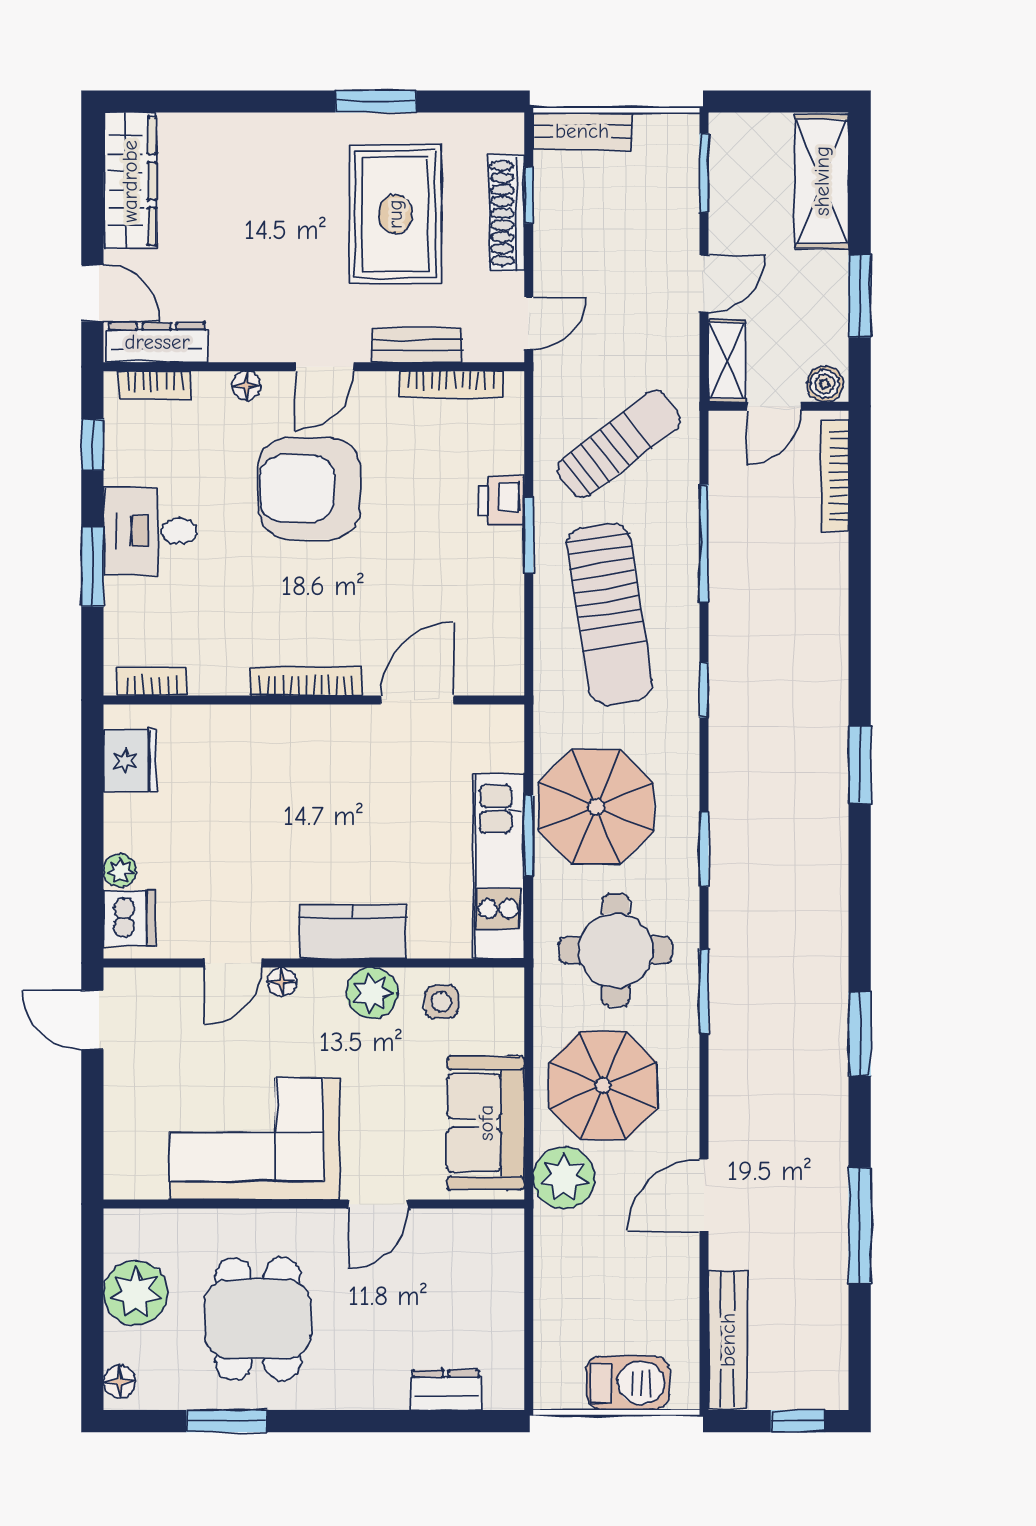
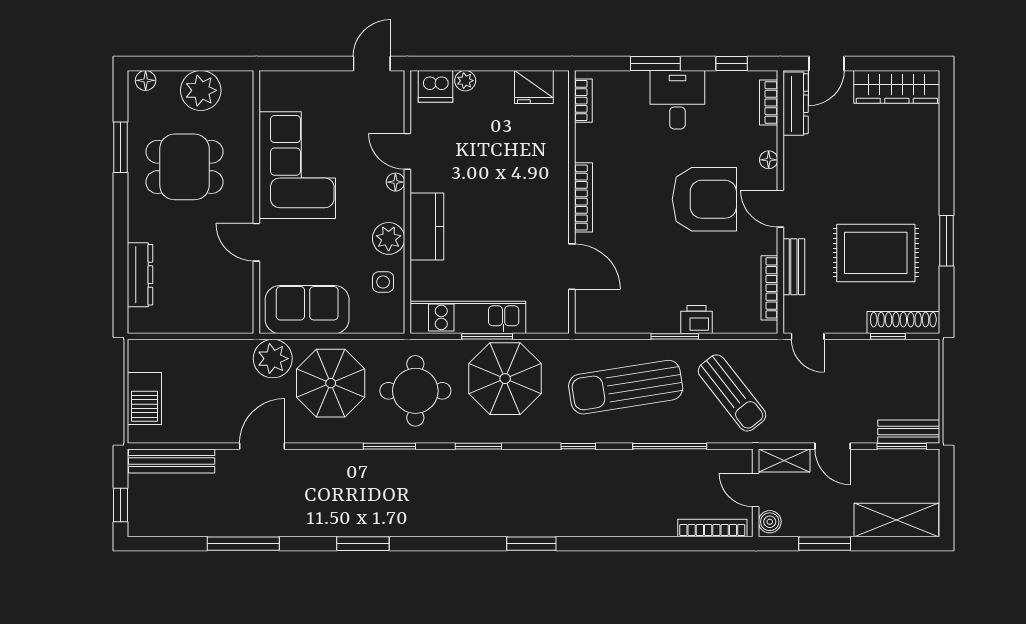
bench: (582, 131) -> (909, 432), moved, turned 90
shoe rack: (506, 213) -> (903, 323), moved
armchair: (309, 488) -> (704, 199), turned 90
door: (704, 1195) -> (262, 446), hinge flipped
dresser: (446, 1390) -> (140, 275), width x1.44

